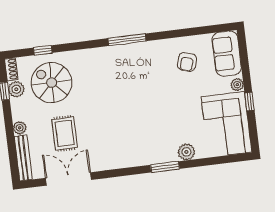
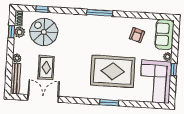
rug: (162, 121) -> (113, 71), added
plant: (186, 152) -> (125, 95), removed

